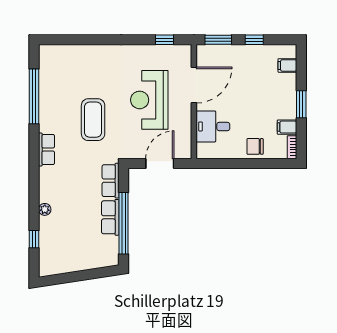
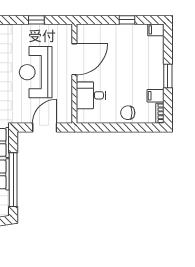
window: (164, 40) -> (36, 20), moved
window: (218, 40) -> (96, 20), removed
filing cabinet: (287, 65) -> (156, 30), moved

